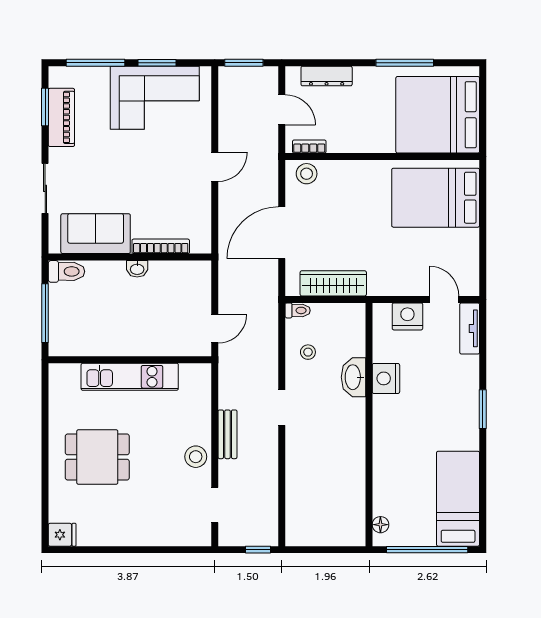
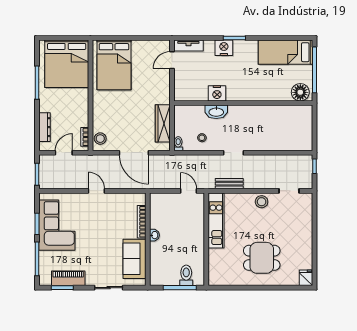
toilet: (67, 271) -> (186, 275), moved
nightstand: (407, 316) -> (224, 48), moved, turned 90
kitchen unit: (130, 377) -> (216, 220), moved
bench: (227, 434) -> (229, 184), moved
dining table: (97, 457) -> (262, 258), turned 90
floor lamp: (380, 525) -> (300, 92), width x1.89, depth x1.89

